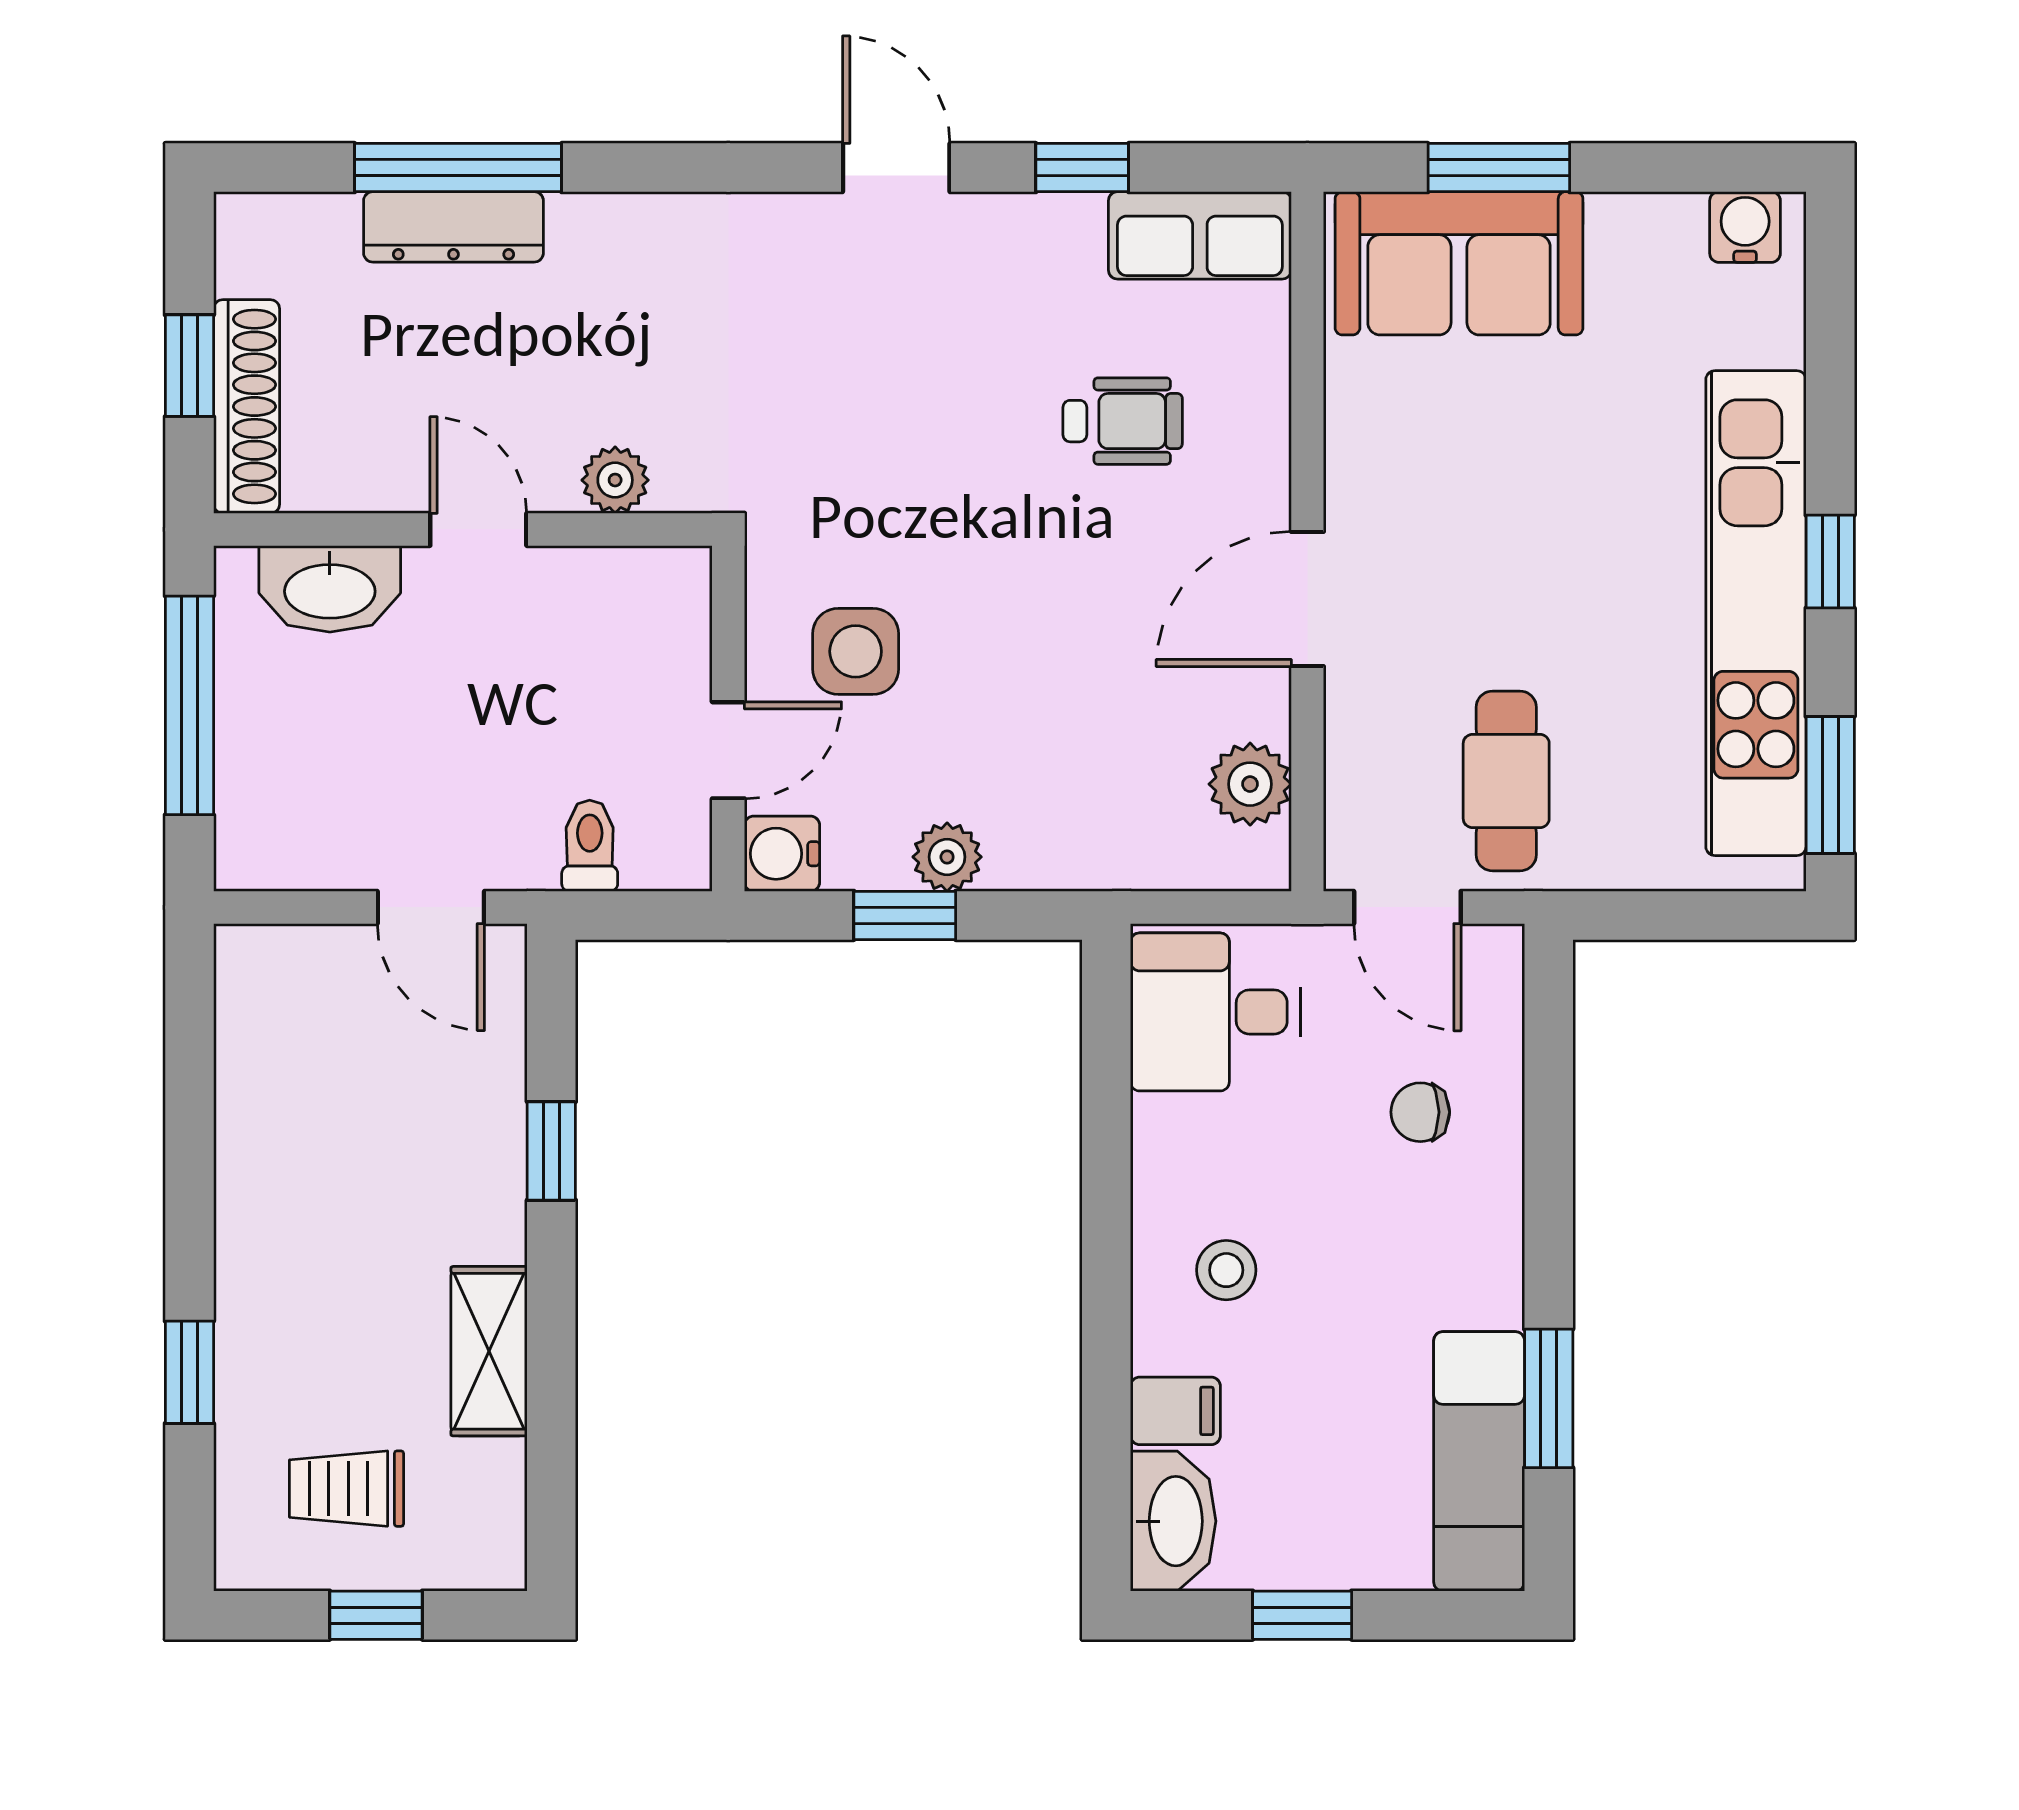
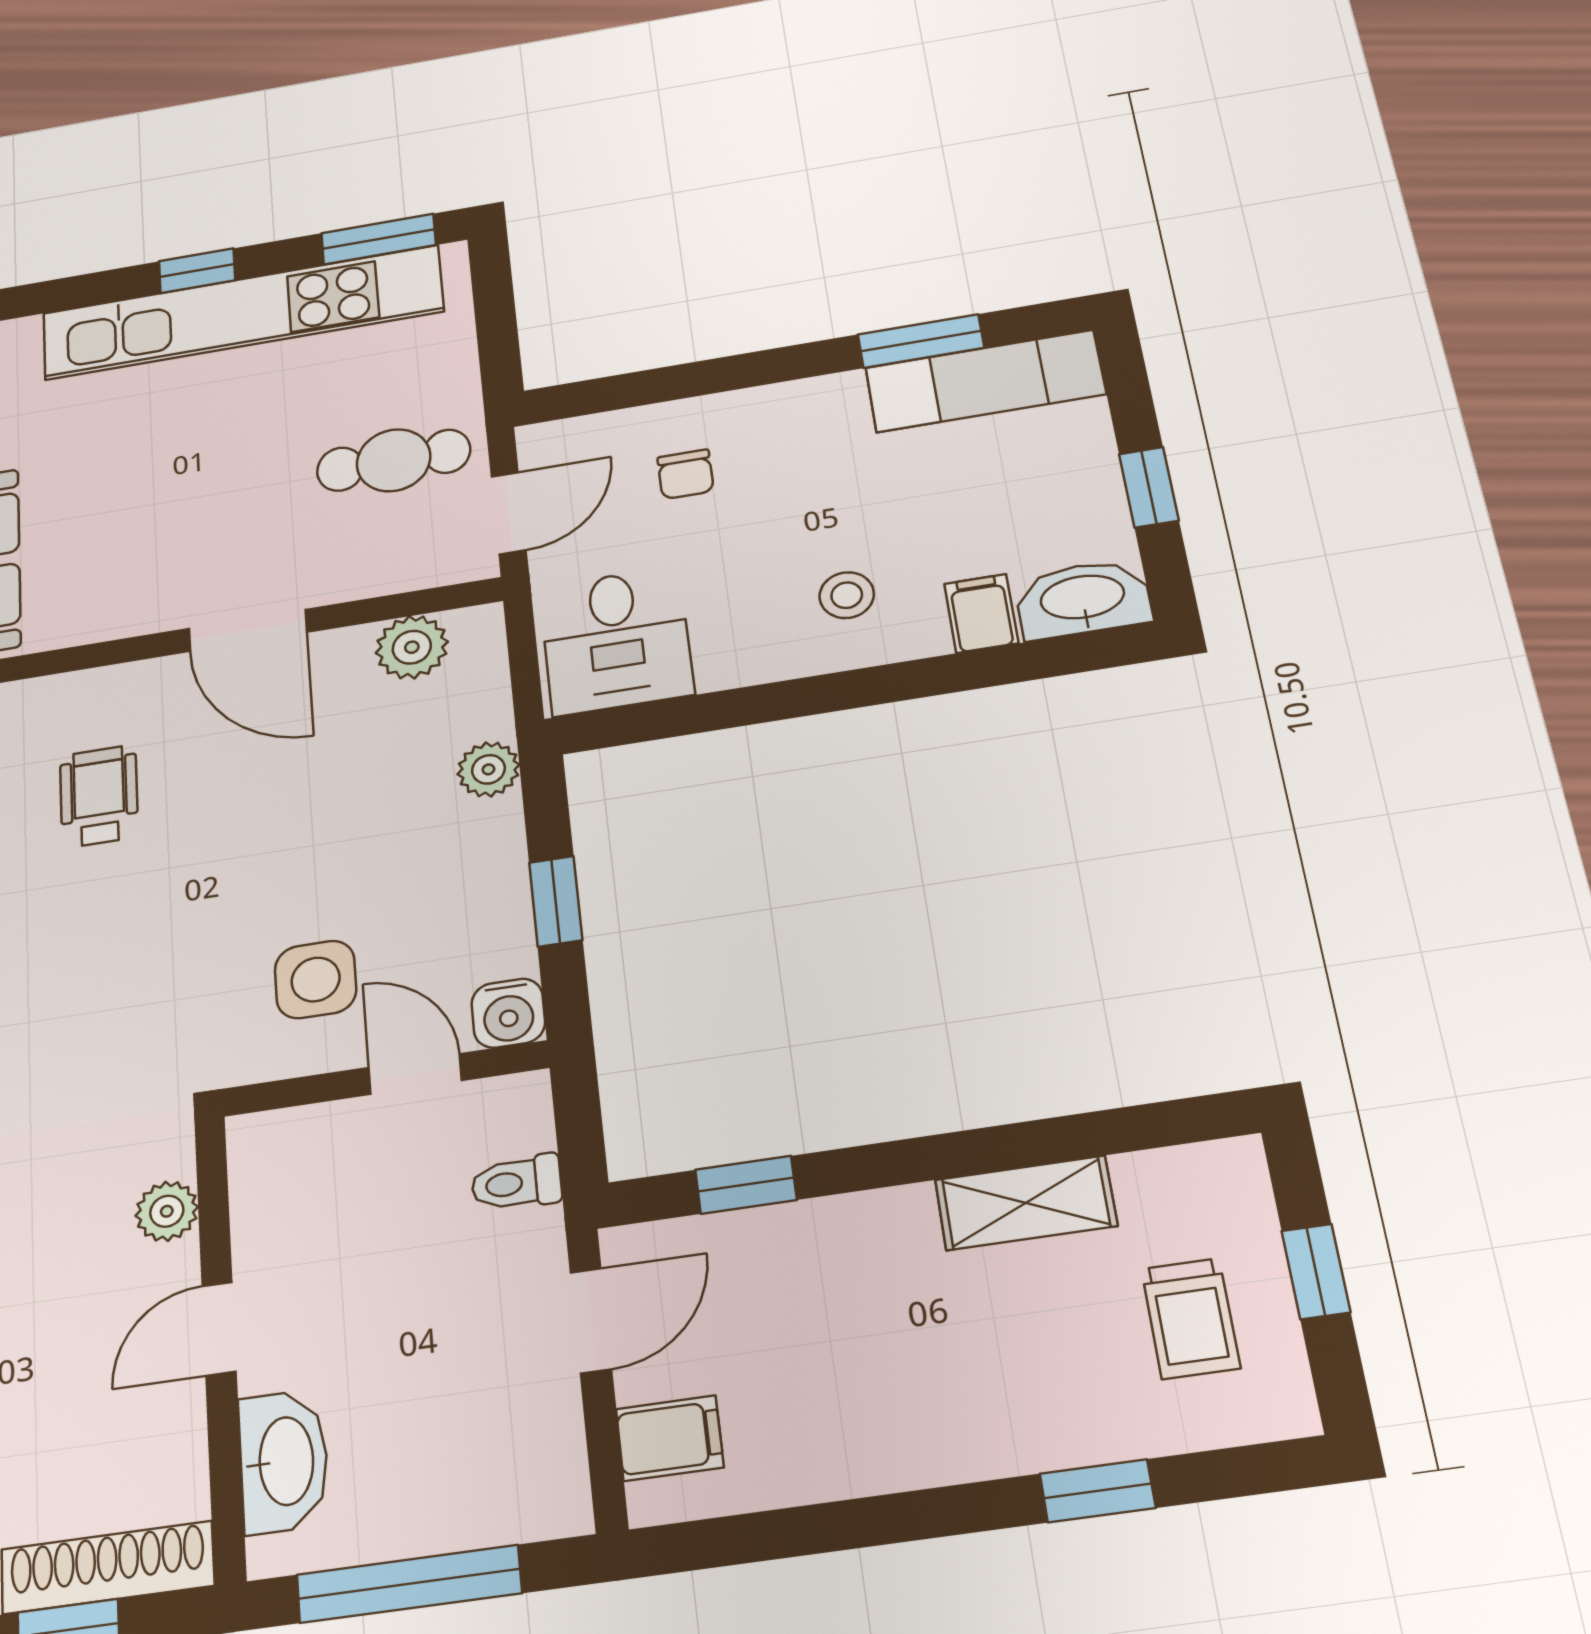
plant: (947, 857) -> (488, 769), moved
filing cabinet: (299, 973) -> (670, 1438), added
window: (551, 1151) -> (746, 1185), moved

